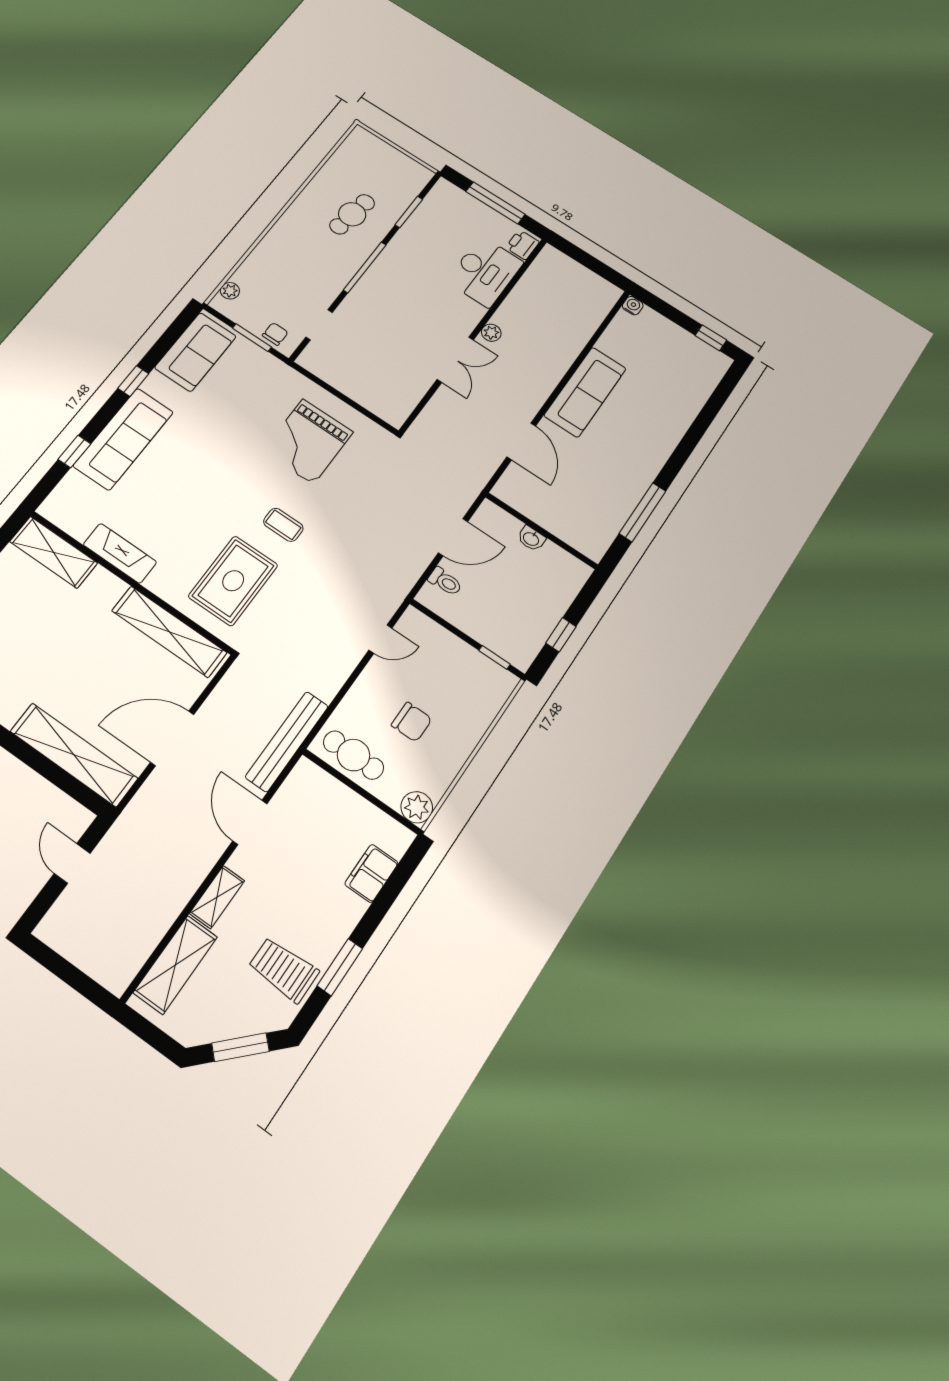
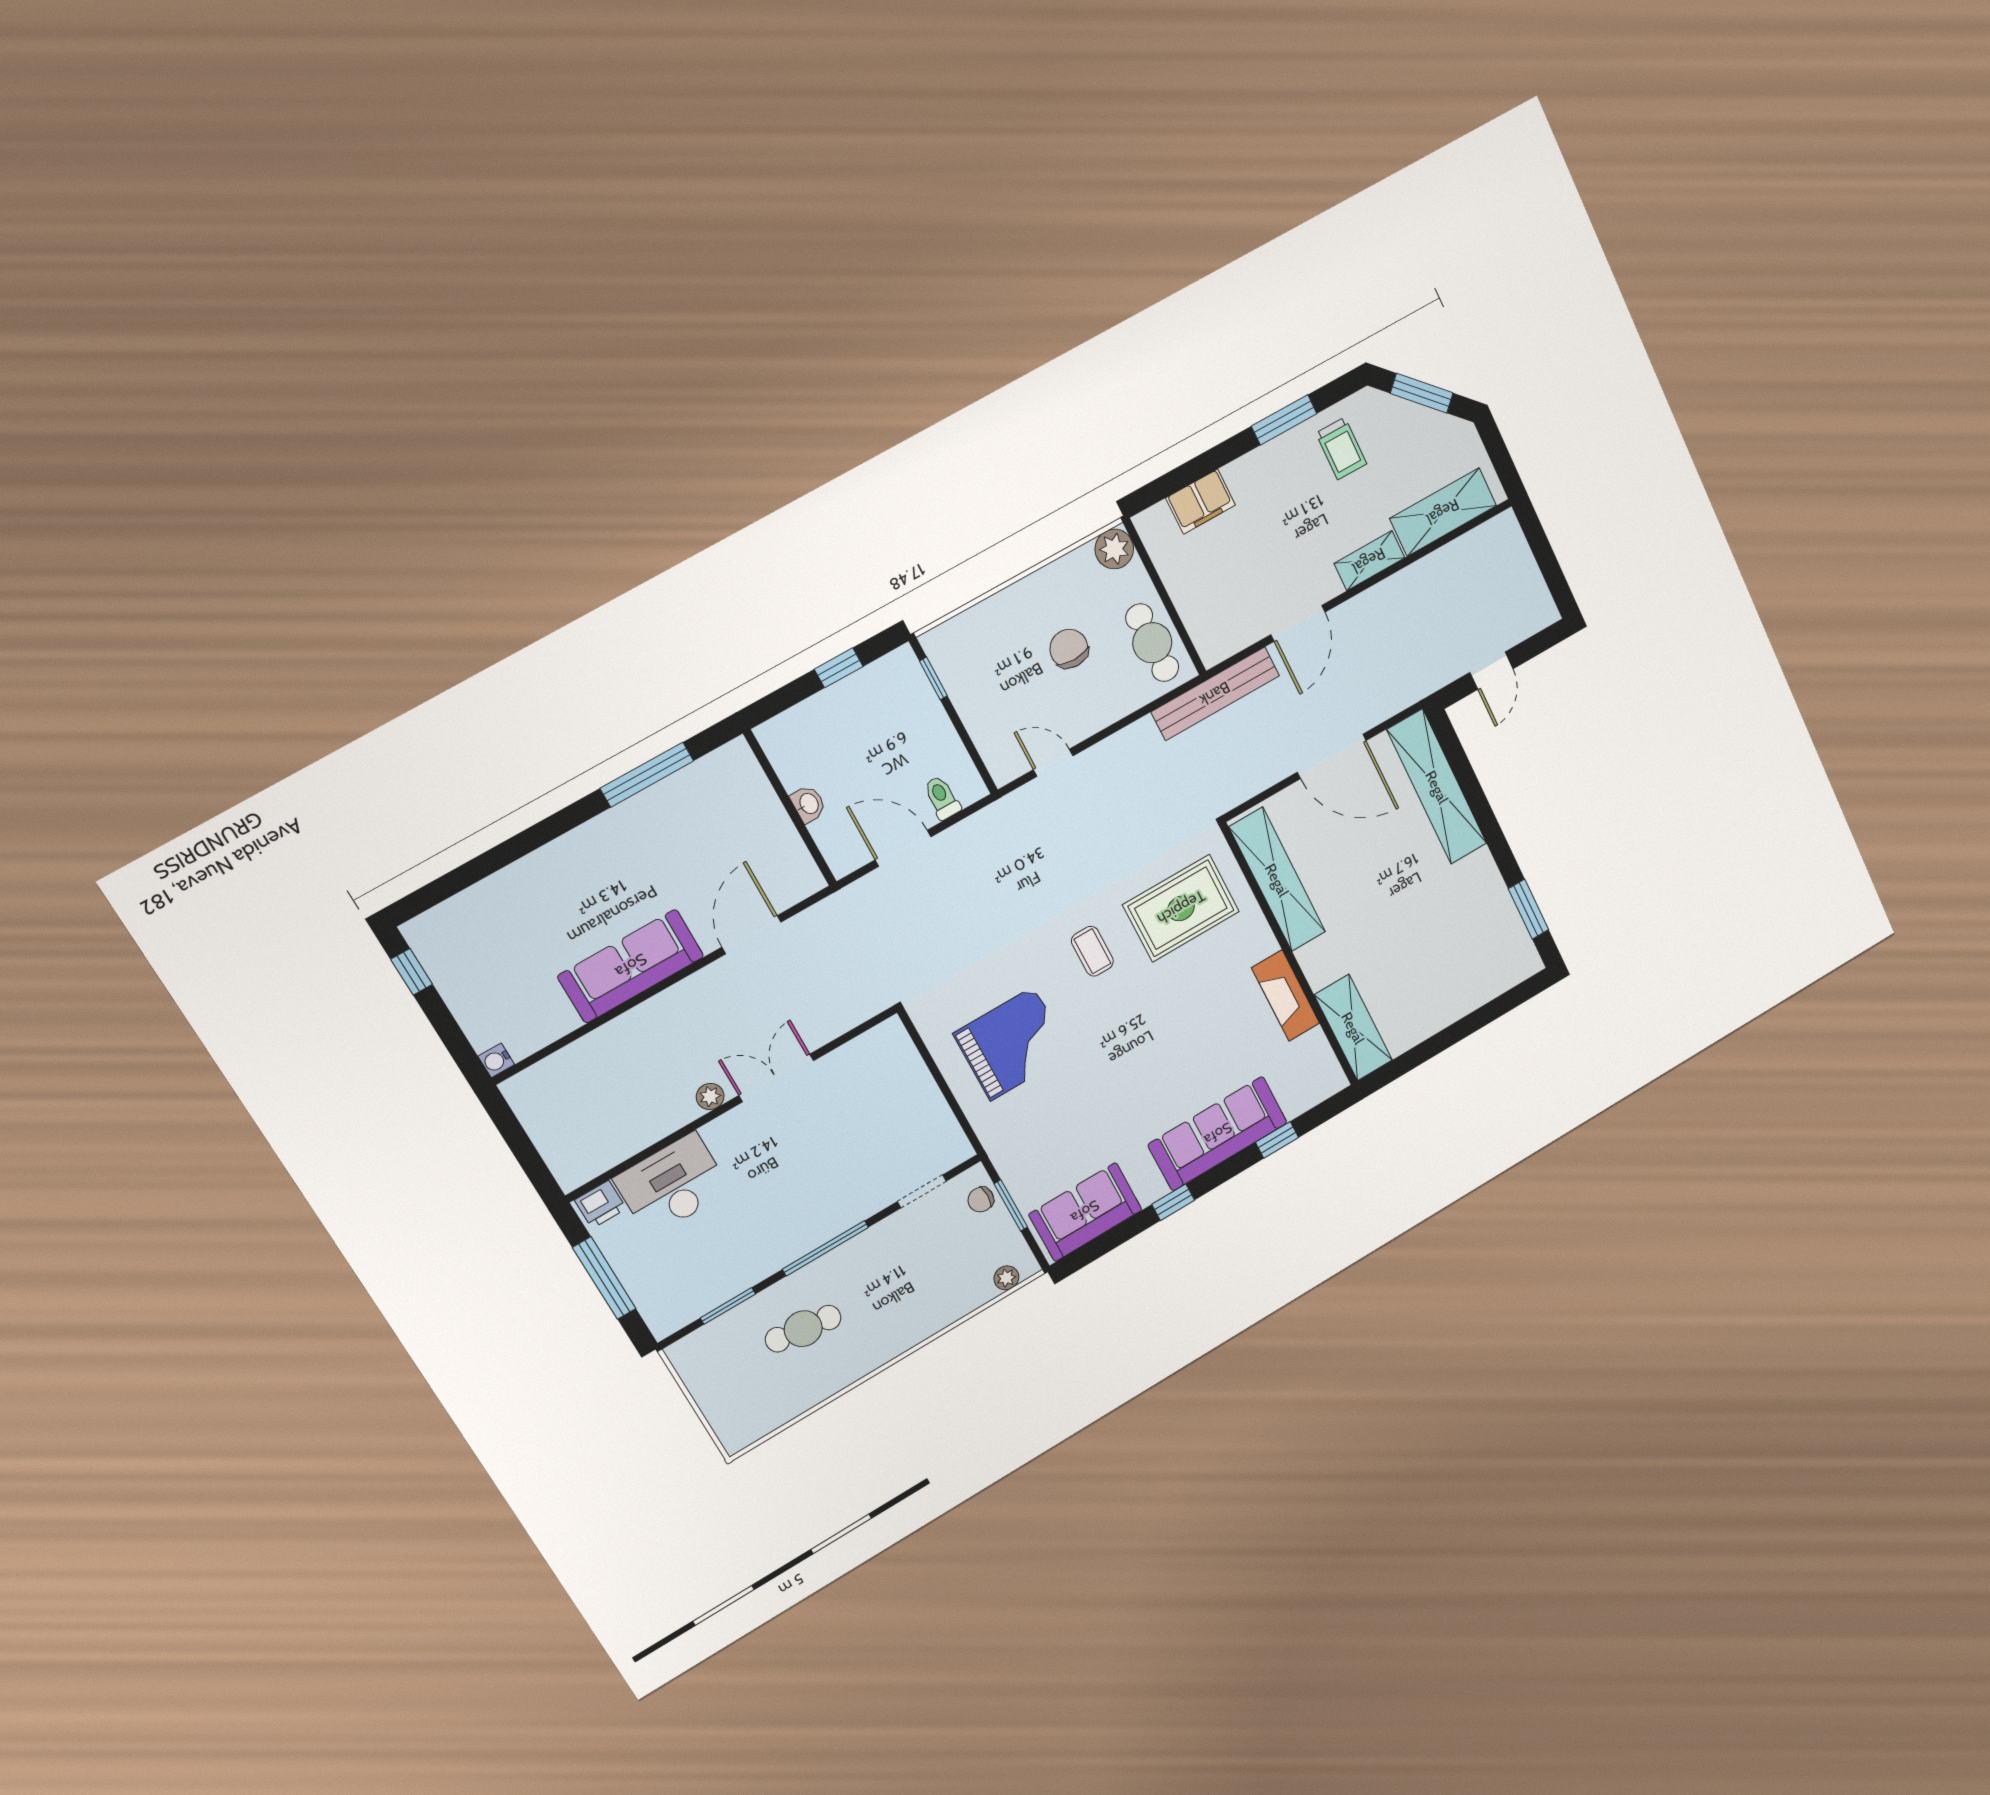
trolley: (284, 970) -> (1341, 449), width x0.73, depth x0.72

